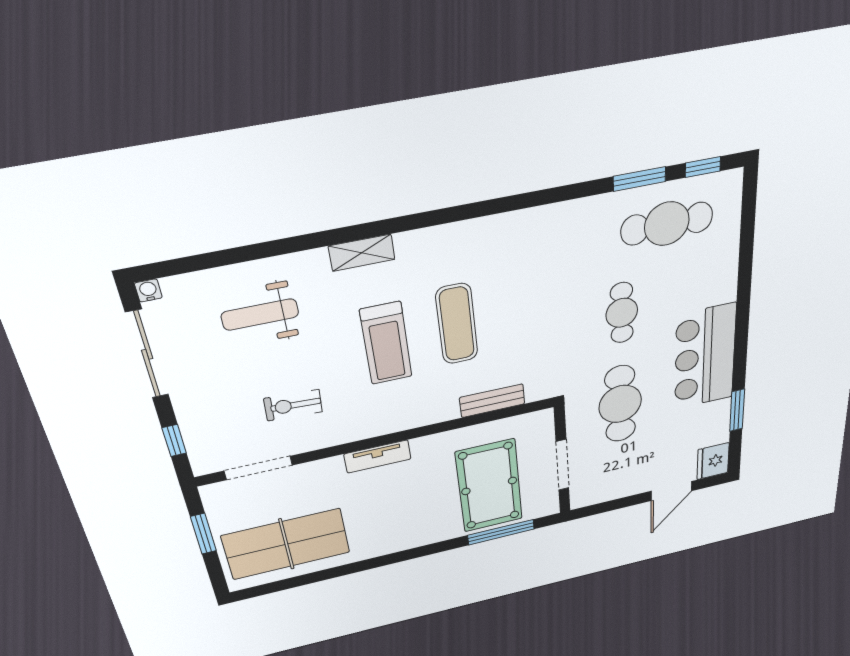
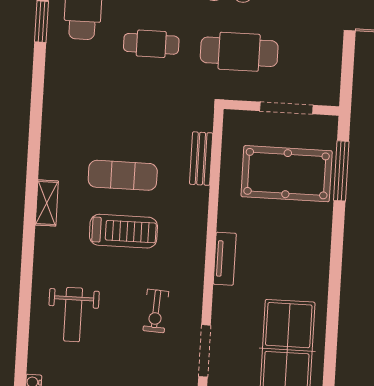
shelving: (362, 253) -> (47, 203), moved

